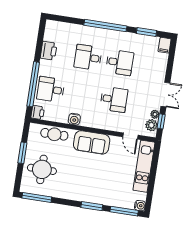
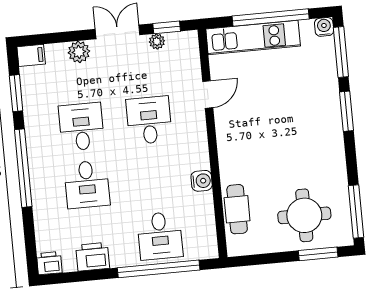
printer: (38, 112) -> (49, 263), moved
plant: (151, 125) -> (79, 52), moved
door: (130, 136) -> (208, 95), moved
sofa: (92, 142) -> (235, 140), removed
window: (22, 153) -> (318, 254), moved
window: (152, 178) -> (271, 18), added

